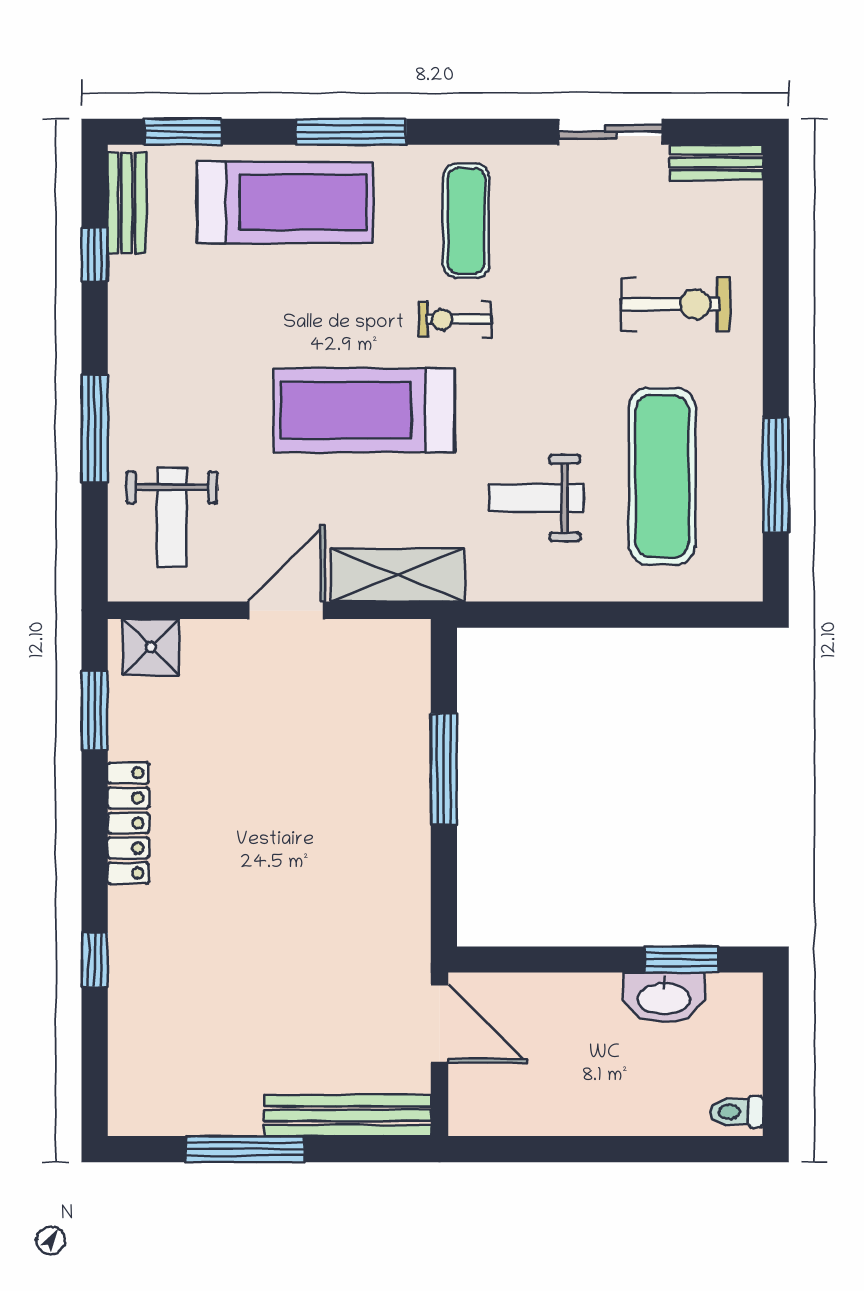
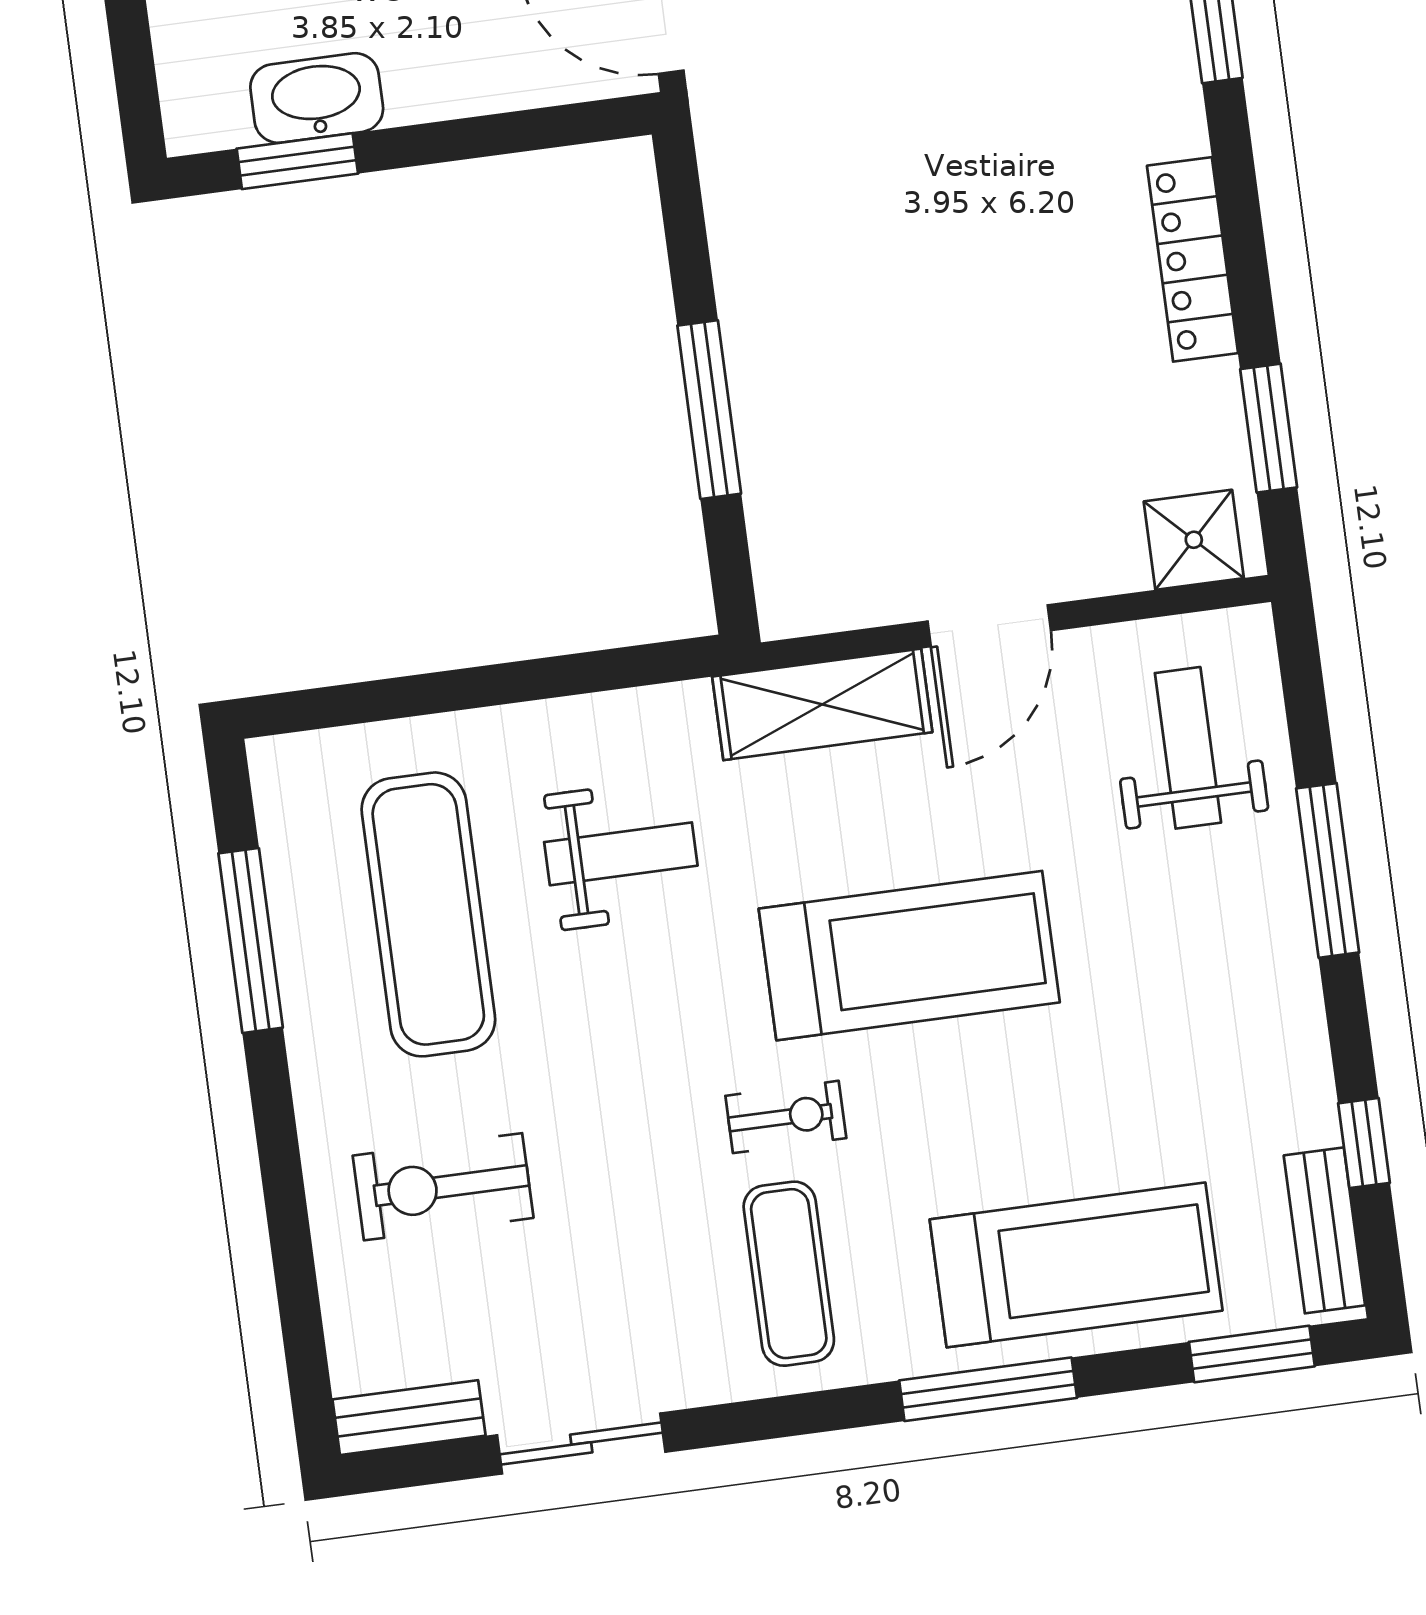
treadmill: (285, 202) -> (1076, 1265), turned 180

